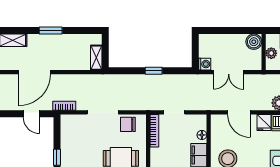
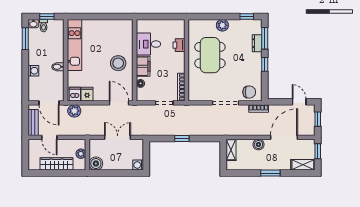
boiler: (64, 64) -> (258, 145), added
washing machine: (205, 64) -> (138, 165), moved
door: (239, 112) -> (119, 103), moved
door: (31, 114) -> (299, 102), moved
chair: (128, 124) -> (249, 92), moved

